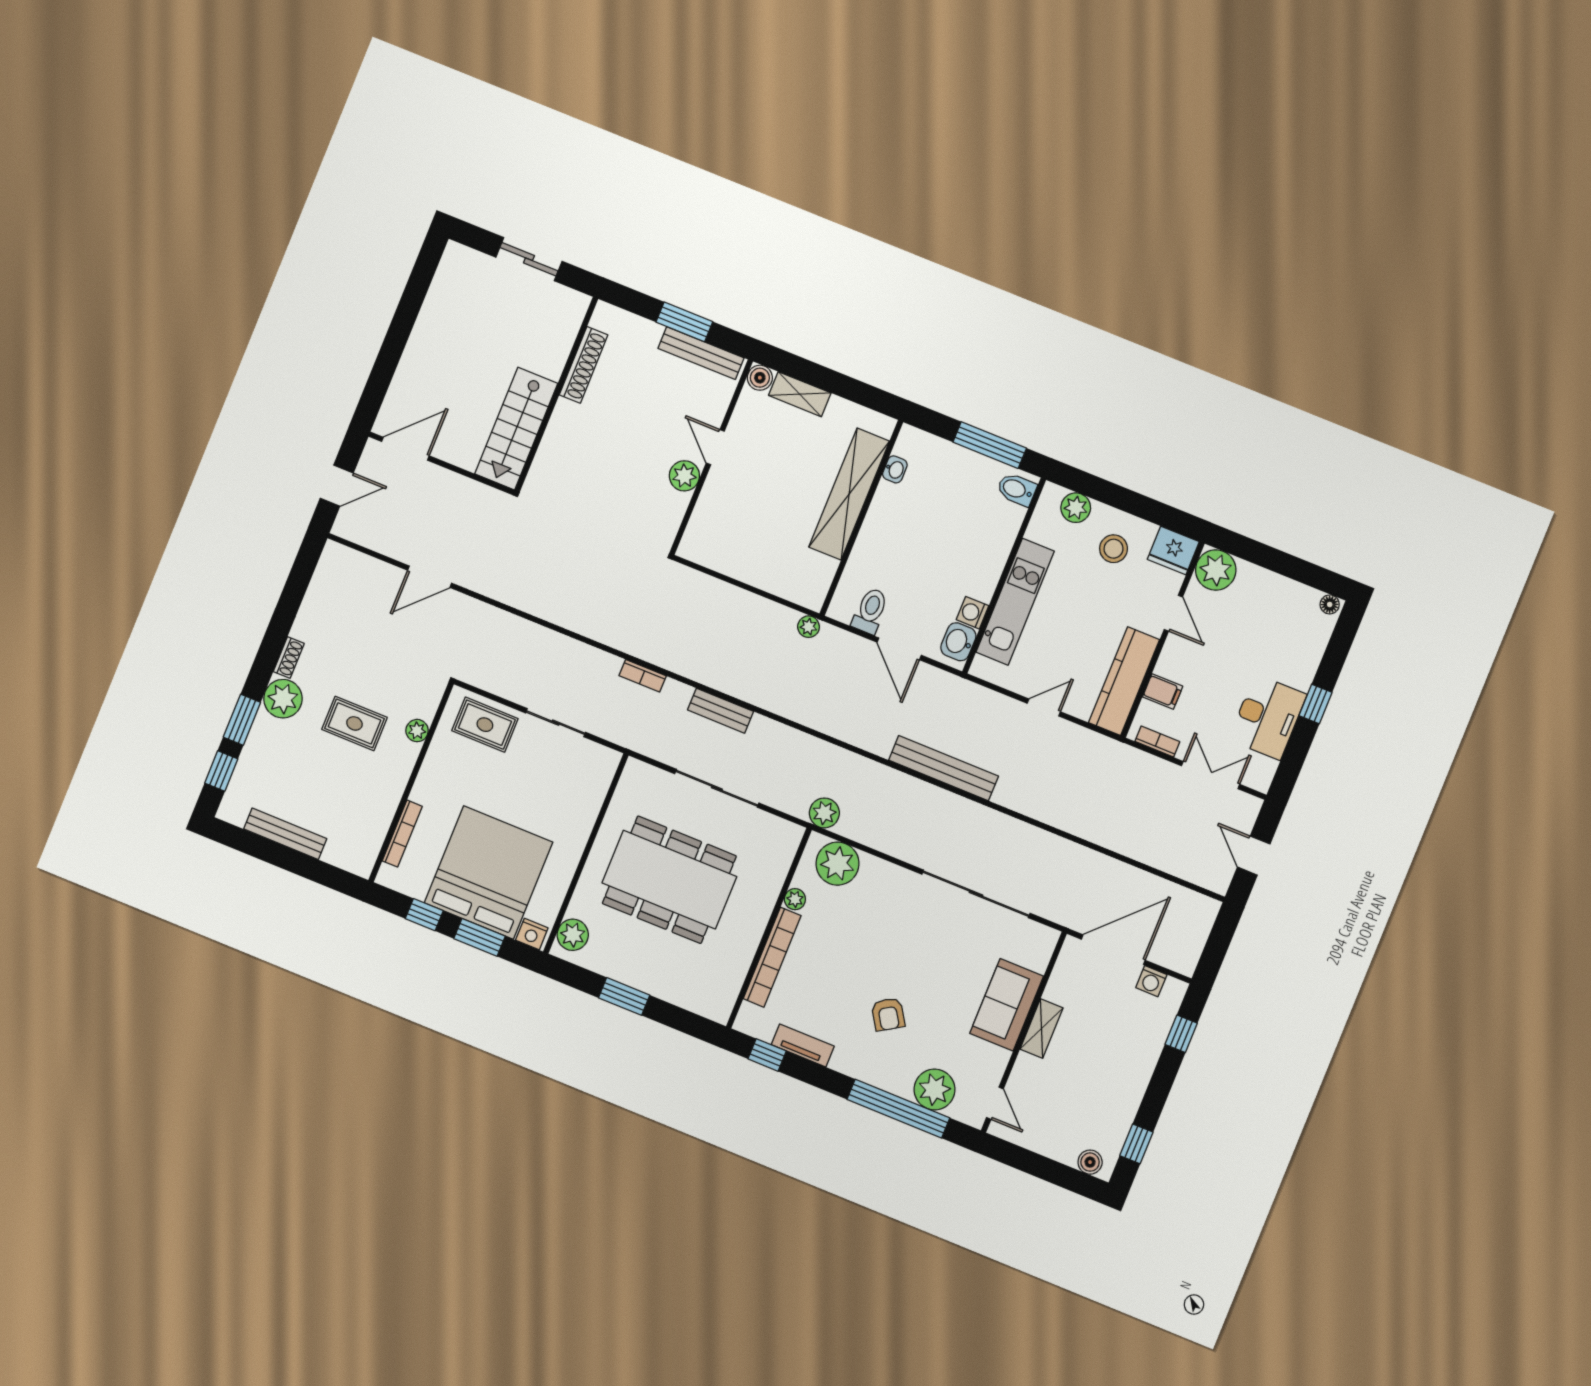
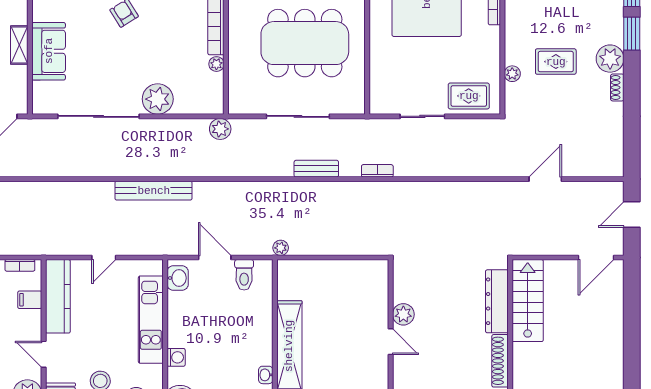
dresser: (556, 444) -> (497, 301), added
washing machine: (972, 613) -> (176, 357), moved
plant: (837, 864) -> (158, 99), moved

